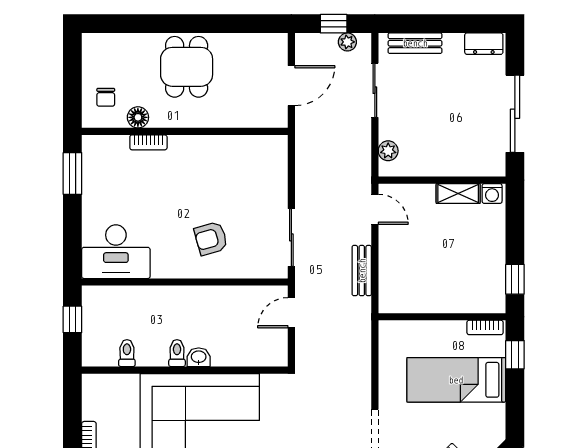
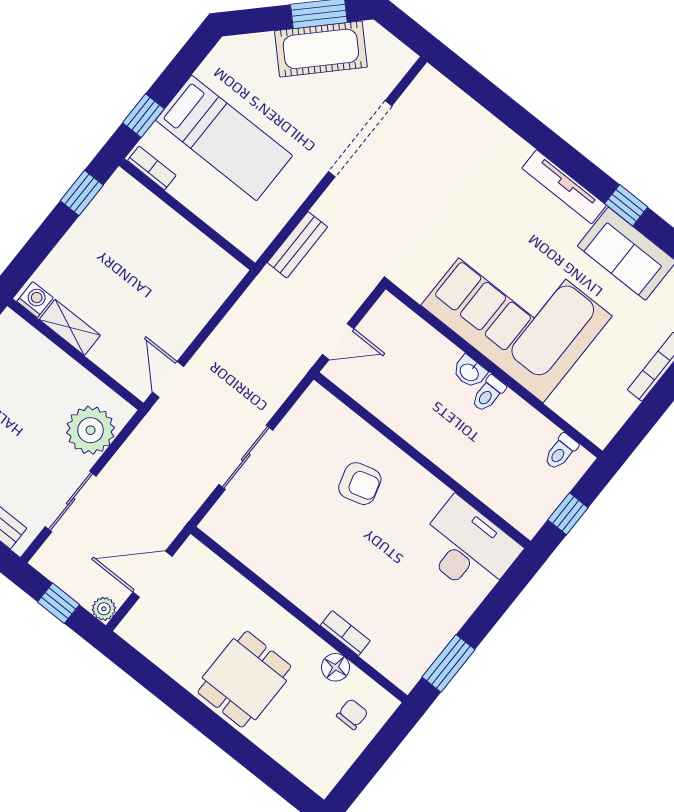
plant: (347, 42) -> (104, 609), moved
plant: (388, 151) -> (91, 430), width x1.87, depth x1.87
sliding door: (291, 237) -> (246, 457), moved
bench: (362, 271) -> (297, 245), moved
toilet: (127, 353) -> (561, 452), moved

